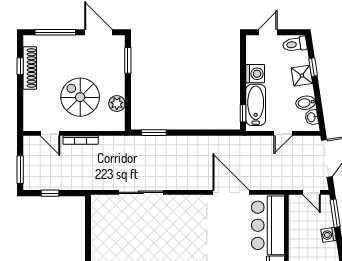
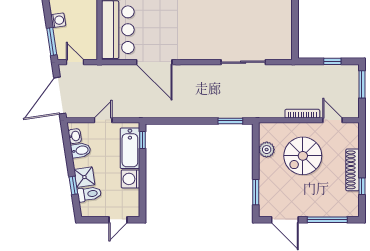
toilet: (295, 44) -> (89, 194), moved
shoe rack: (30, 68) -> (352, 170), moved
spiral stairs: (80, 97) -> (303, 156), turned 90

